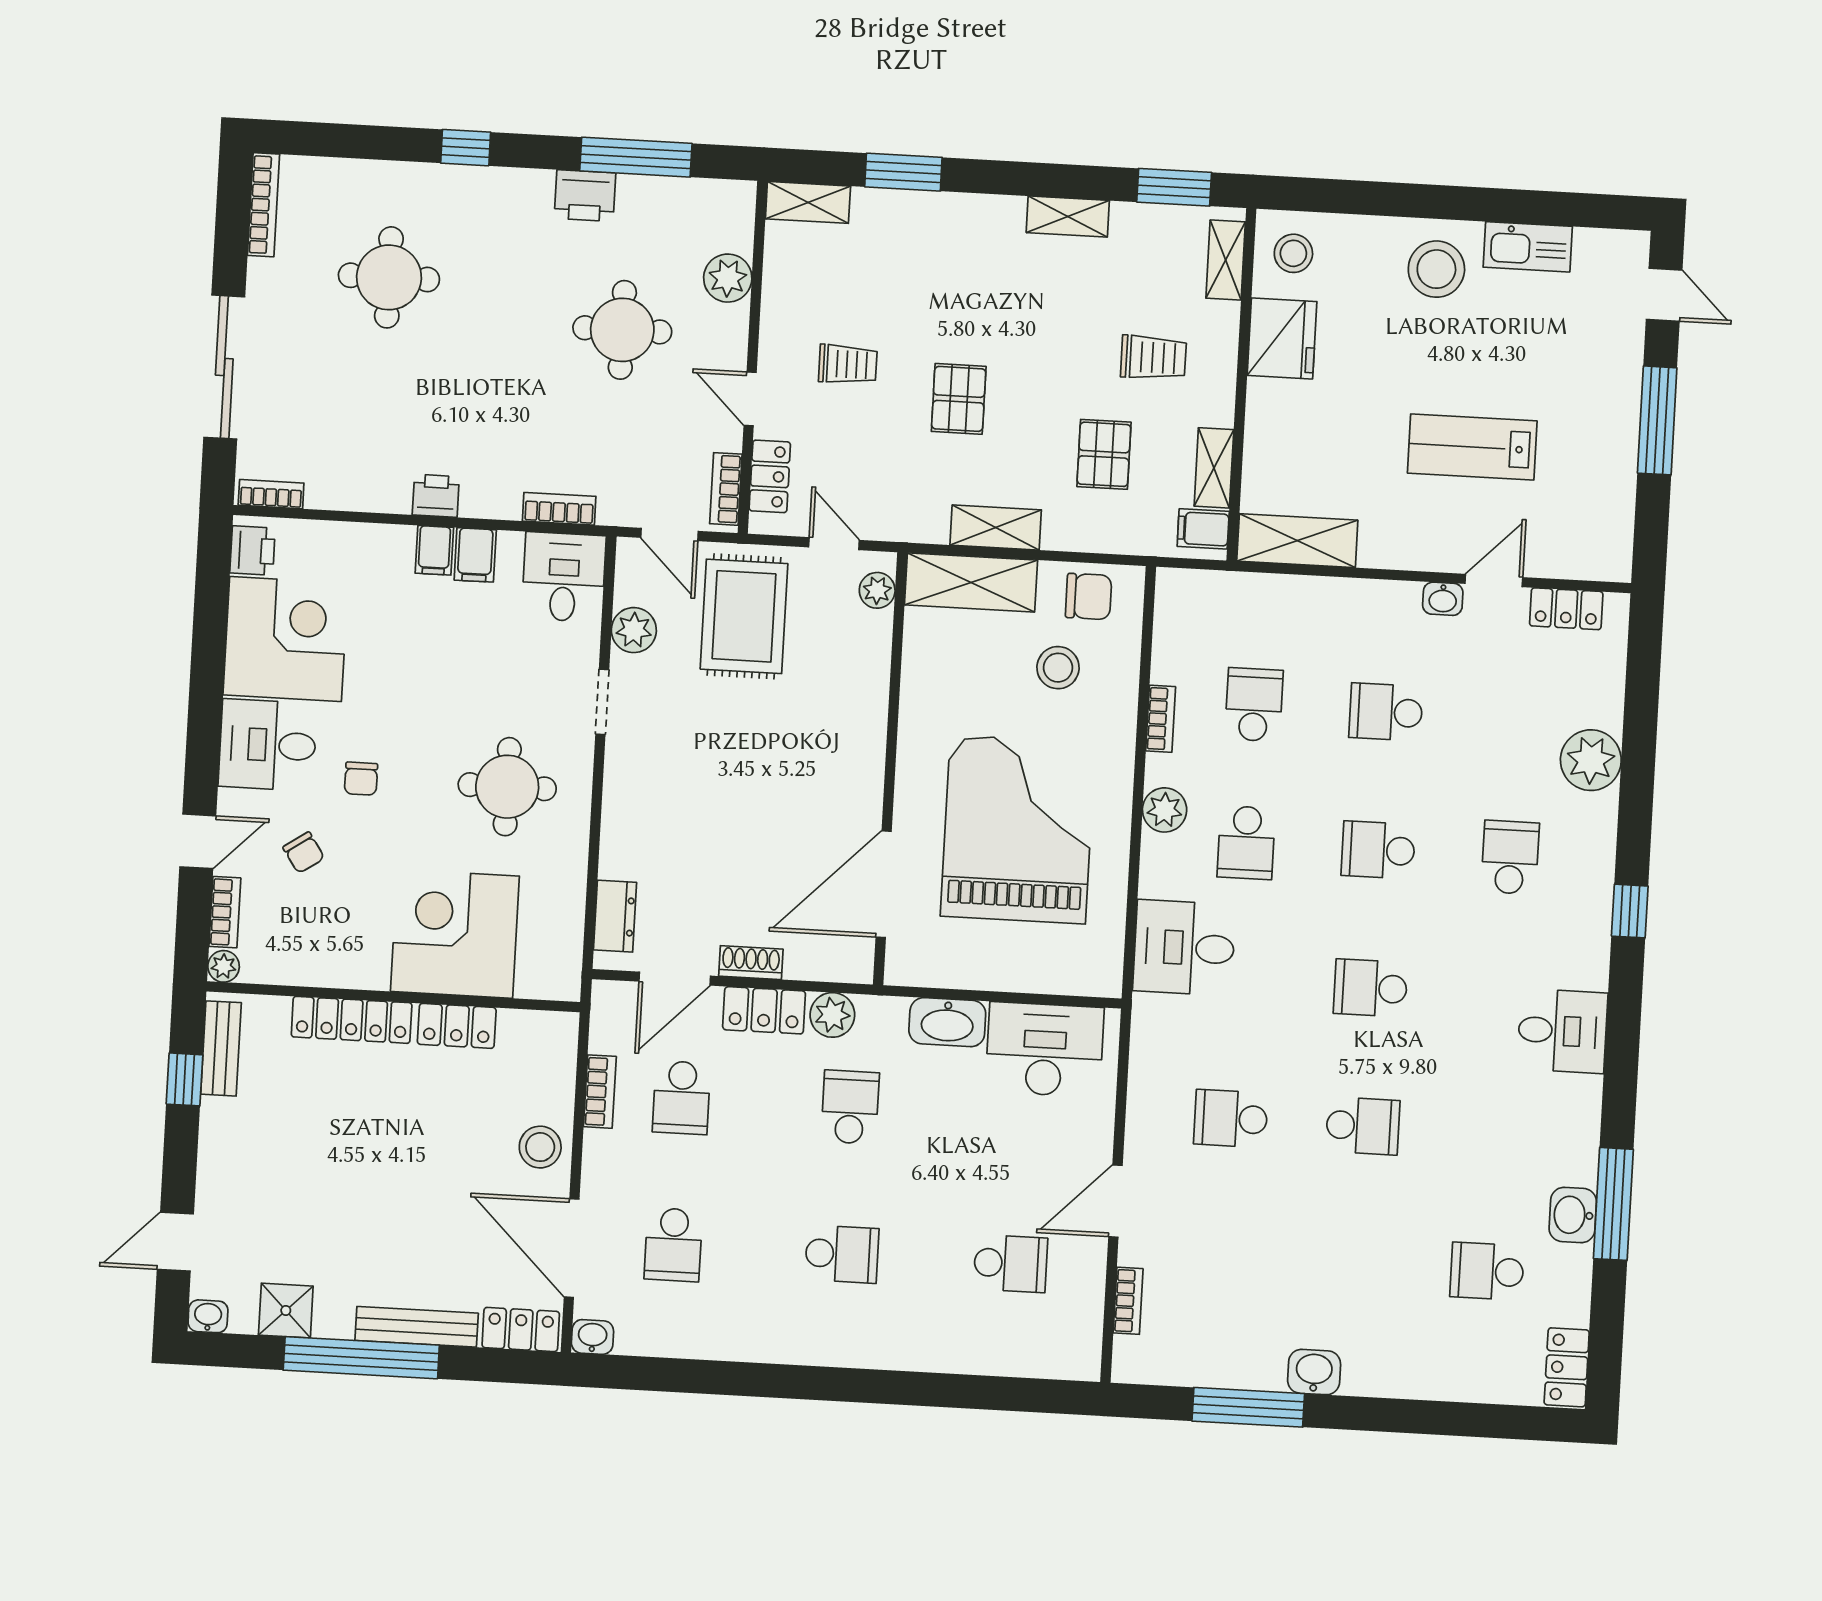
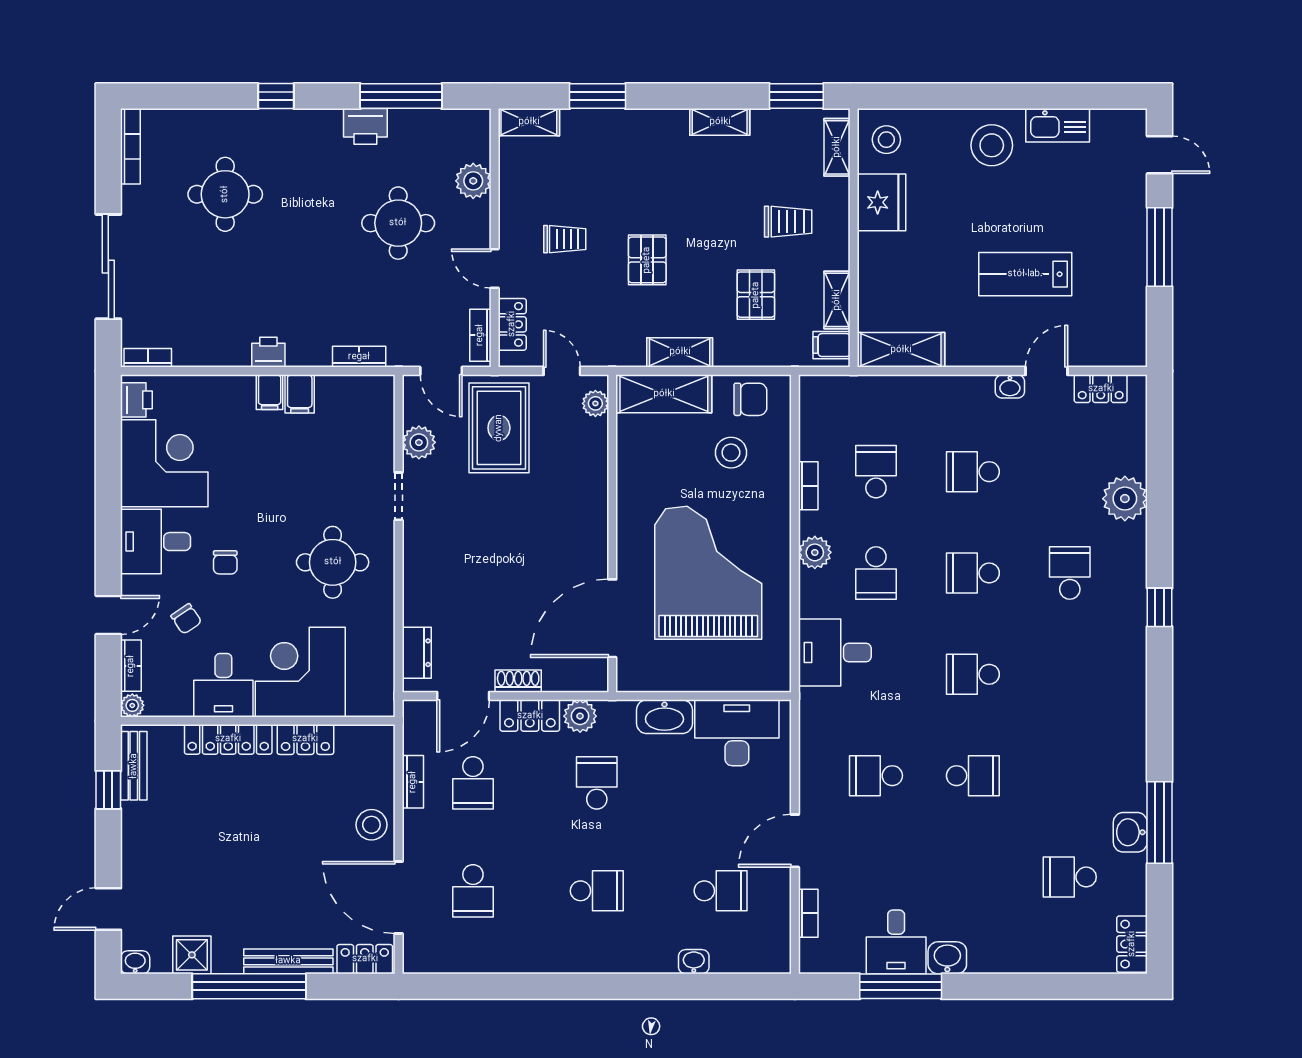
desk: (564, 577) -> (223, 685), moved, turned 180
desk: (1562, 1031) -> (896, 942), moved, turned 90
washbasin: (592, 1337) -> (694, 962), moved

